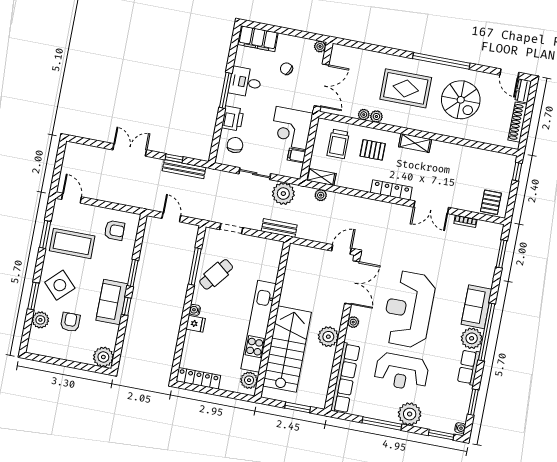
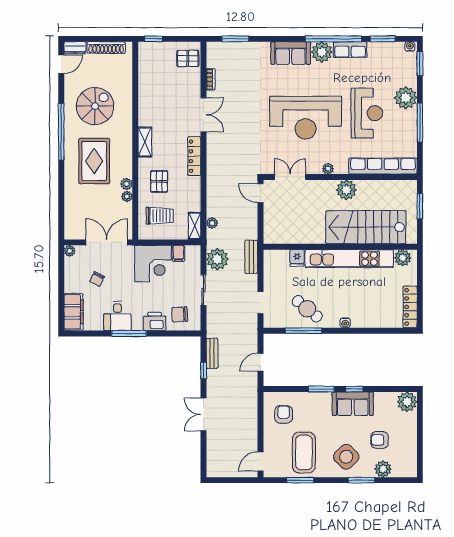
bench: (184, 169) -> (212, 353), width x0.73
double door: (352, 283) -> (290, 177), width x0.73
fridge: (196, 324) -> (297, 258), moved, turned 180
window: (487, 332) -> (333, 39), moved

